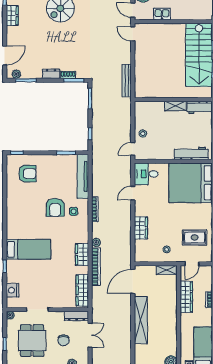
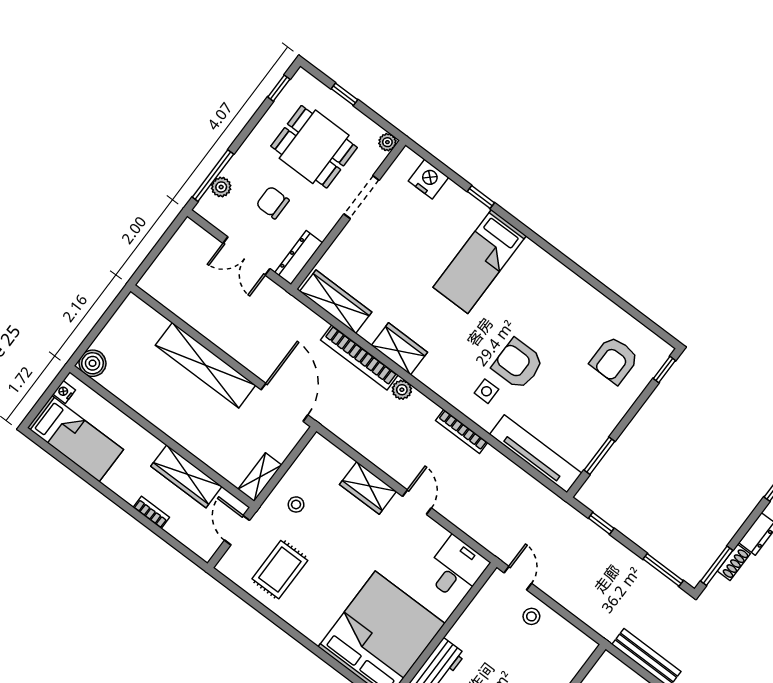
door: (133, 193) -> (417, 502), moved

